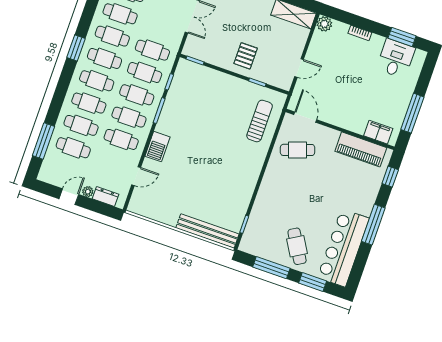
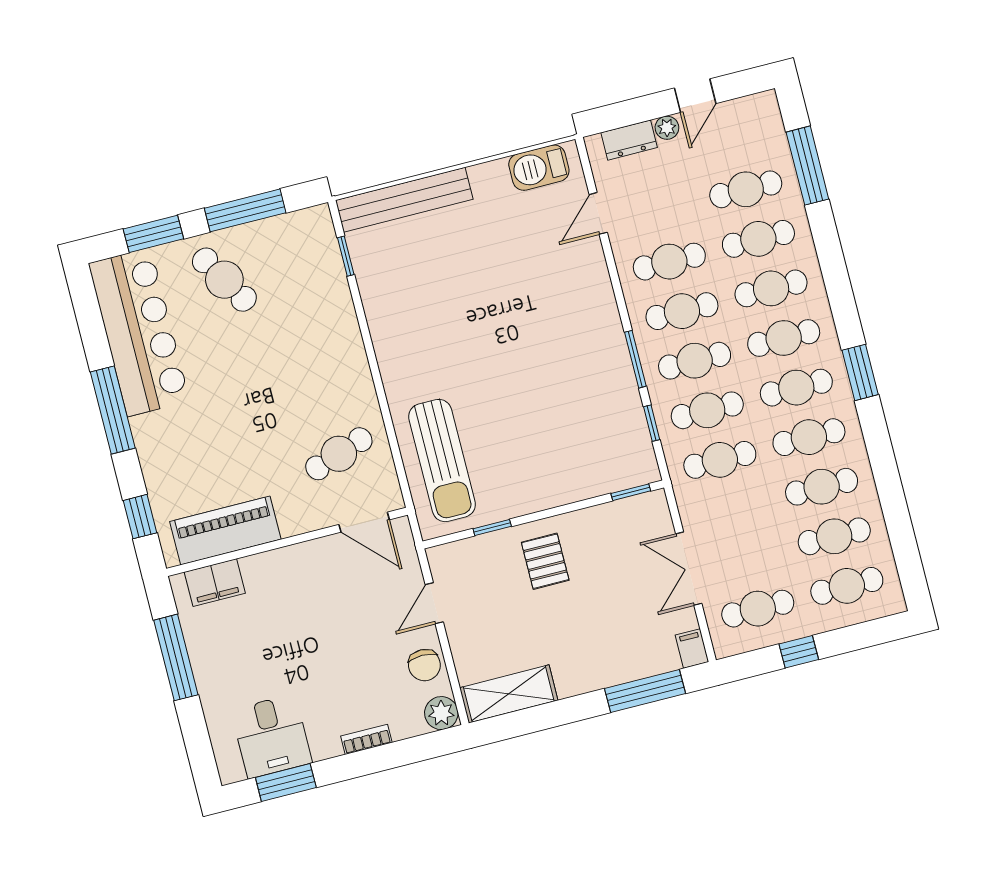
chair: (319, 47) -> (424, 665), added
sun lounger: (260, 121) -> (442, 461), width x1.36, depth x1.34
barbecue: (158, 147) -> (539, 168), moved, turned -90

